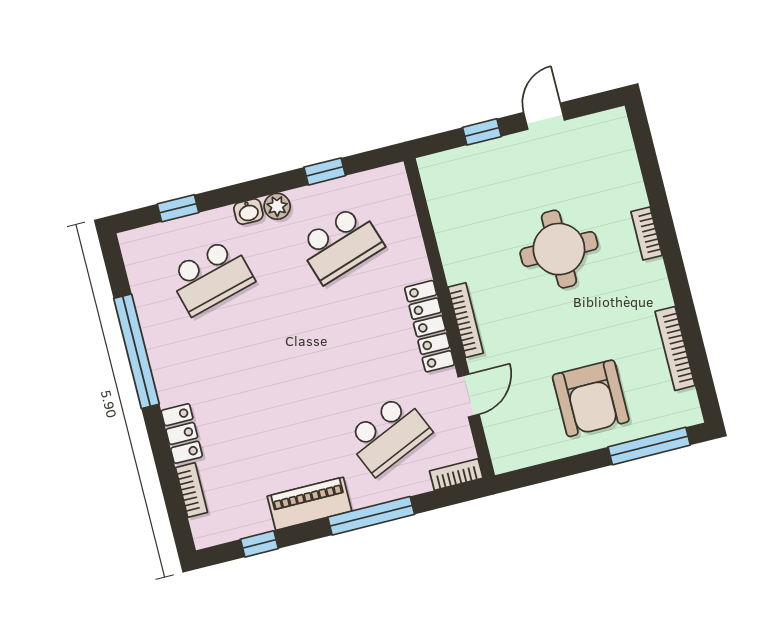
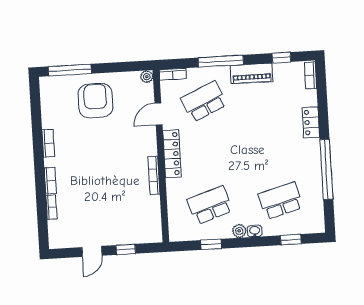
bookcase: (635, 184) -> (51, 207), added
round table: (559, 249) -> (97, 181), removed
bookcase: (466, 320) -> (154, 175), moved
bookcase: (675, 348) -> (48, 143), moved, width x0.64
plant: (504, 461) -> (147, 77), added
bookcase: (191, 490) -> (311, 75), moved

